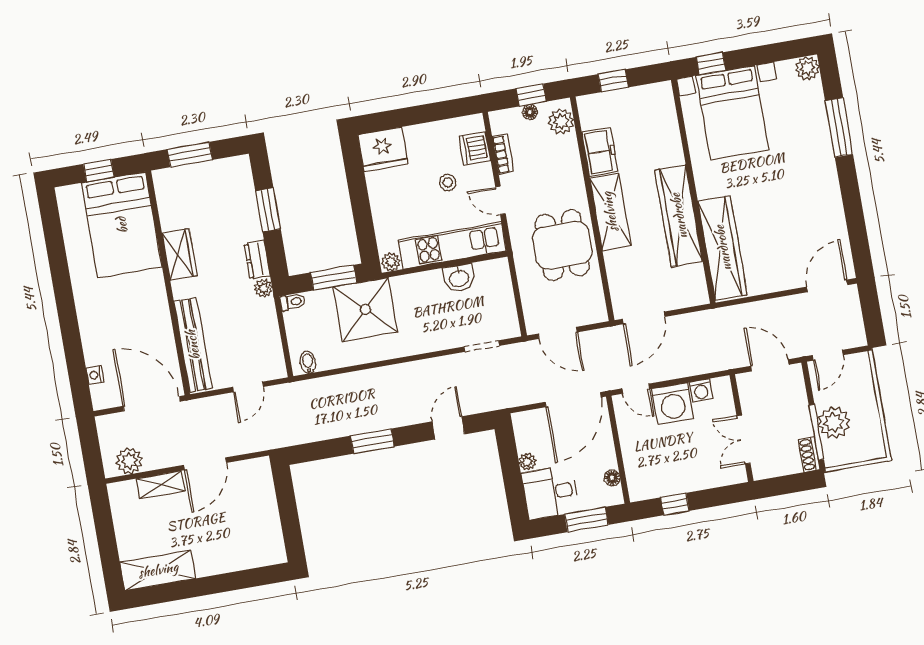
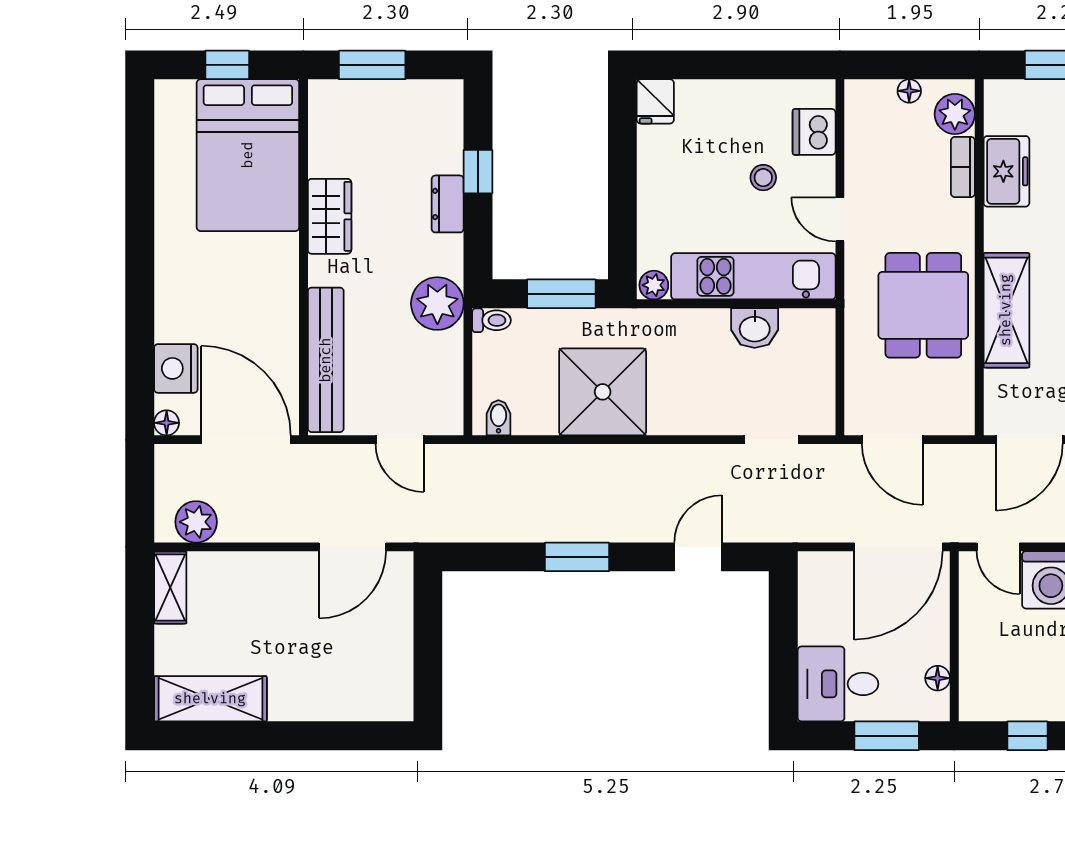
window: (531, 95) -> (916, 65), removed
fridge: (383, 149) -> (655, 101), width x0.53, depth x0.75
bookcase: (503, 154) -> (963, 167), moved, turned 180
window: (268, 210) -> (478, 172), width x0.67
shelving: (610, 212) -> (1006, 310), moved
dresser: (257, 260) -> (448, 204), moved
plant: (263, 288) -> (437, 304), width x1.88, depth x1.88
shower: (365, 309) -> (603, 392), moved
nightstand: (95, 375) -> (176, 368), width x1.89, depth x1.79
door: (248, 387) -> (400, 440), hinge flipped
floor lamp: (100, 402) -> (167, 423), added
plant: (527, 462) -> (811, 630), removed
door: (205, 464) -> (352, 547), moved
shelving: (160, 485) -> (170, 588), moved, turned 90

